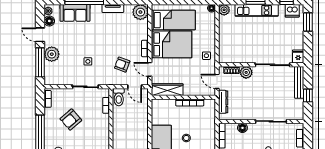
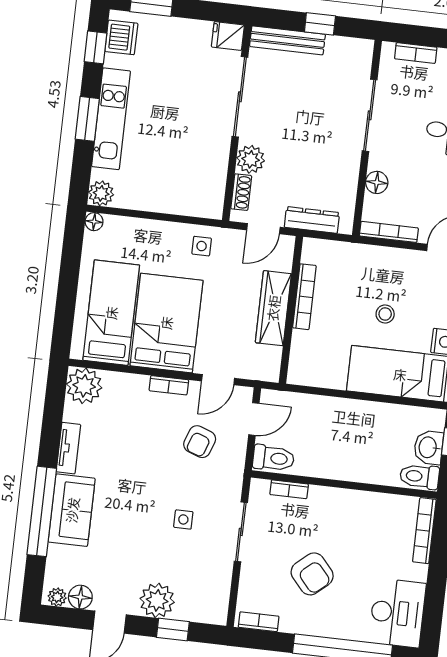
sofa: (75, 13) -> (72, 510), moved
window: (40, 62) -> (173, 630), width x0.46
wardrobe: (167, 90) -> (273, 308), moved

